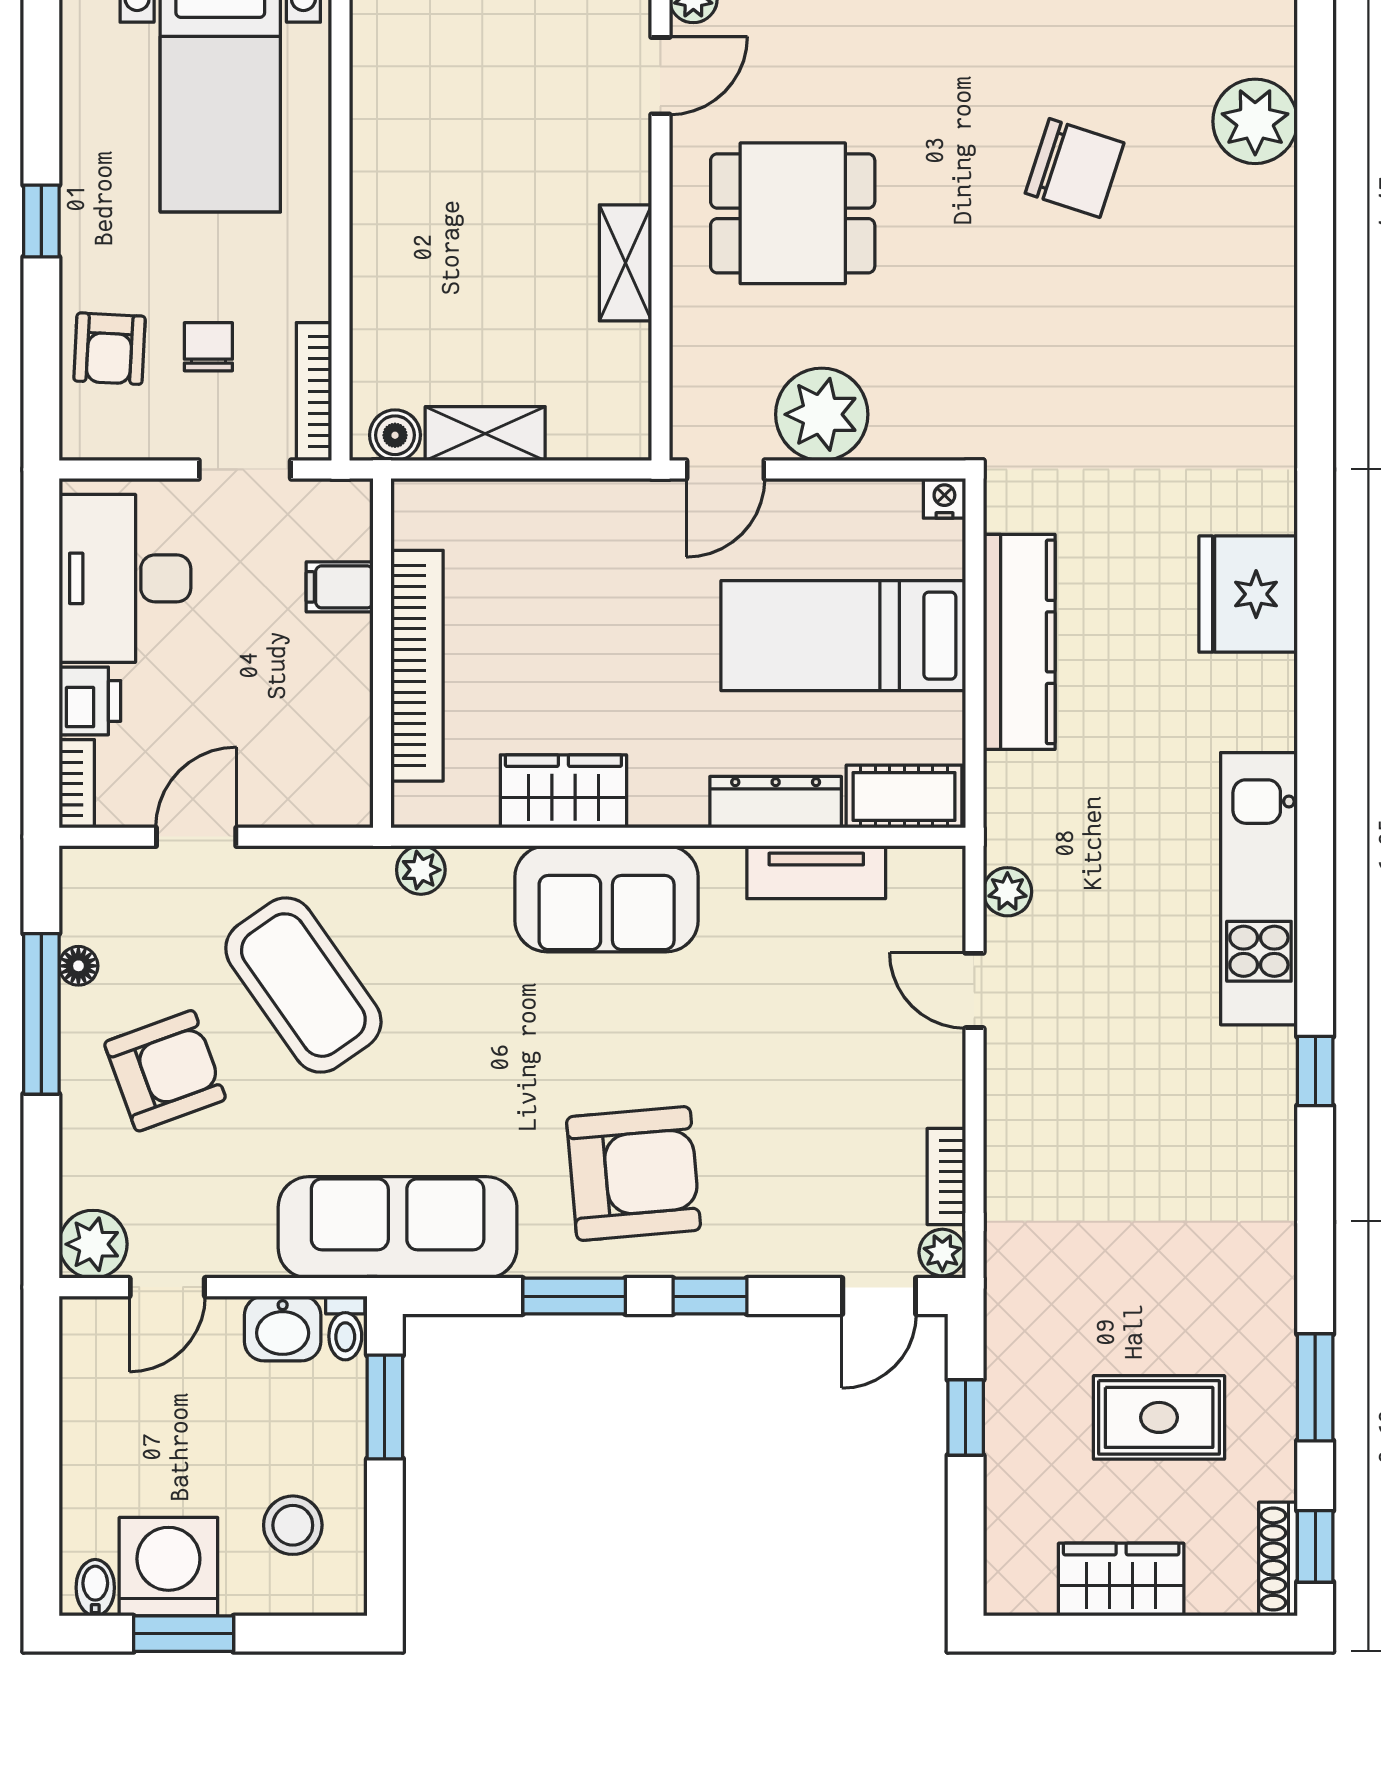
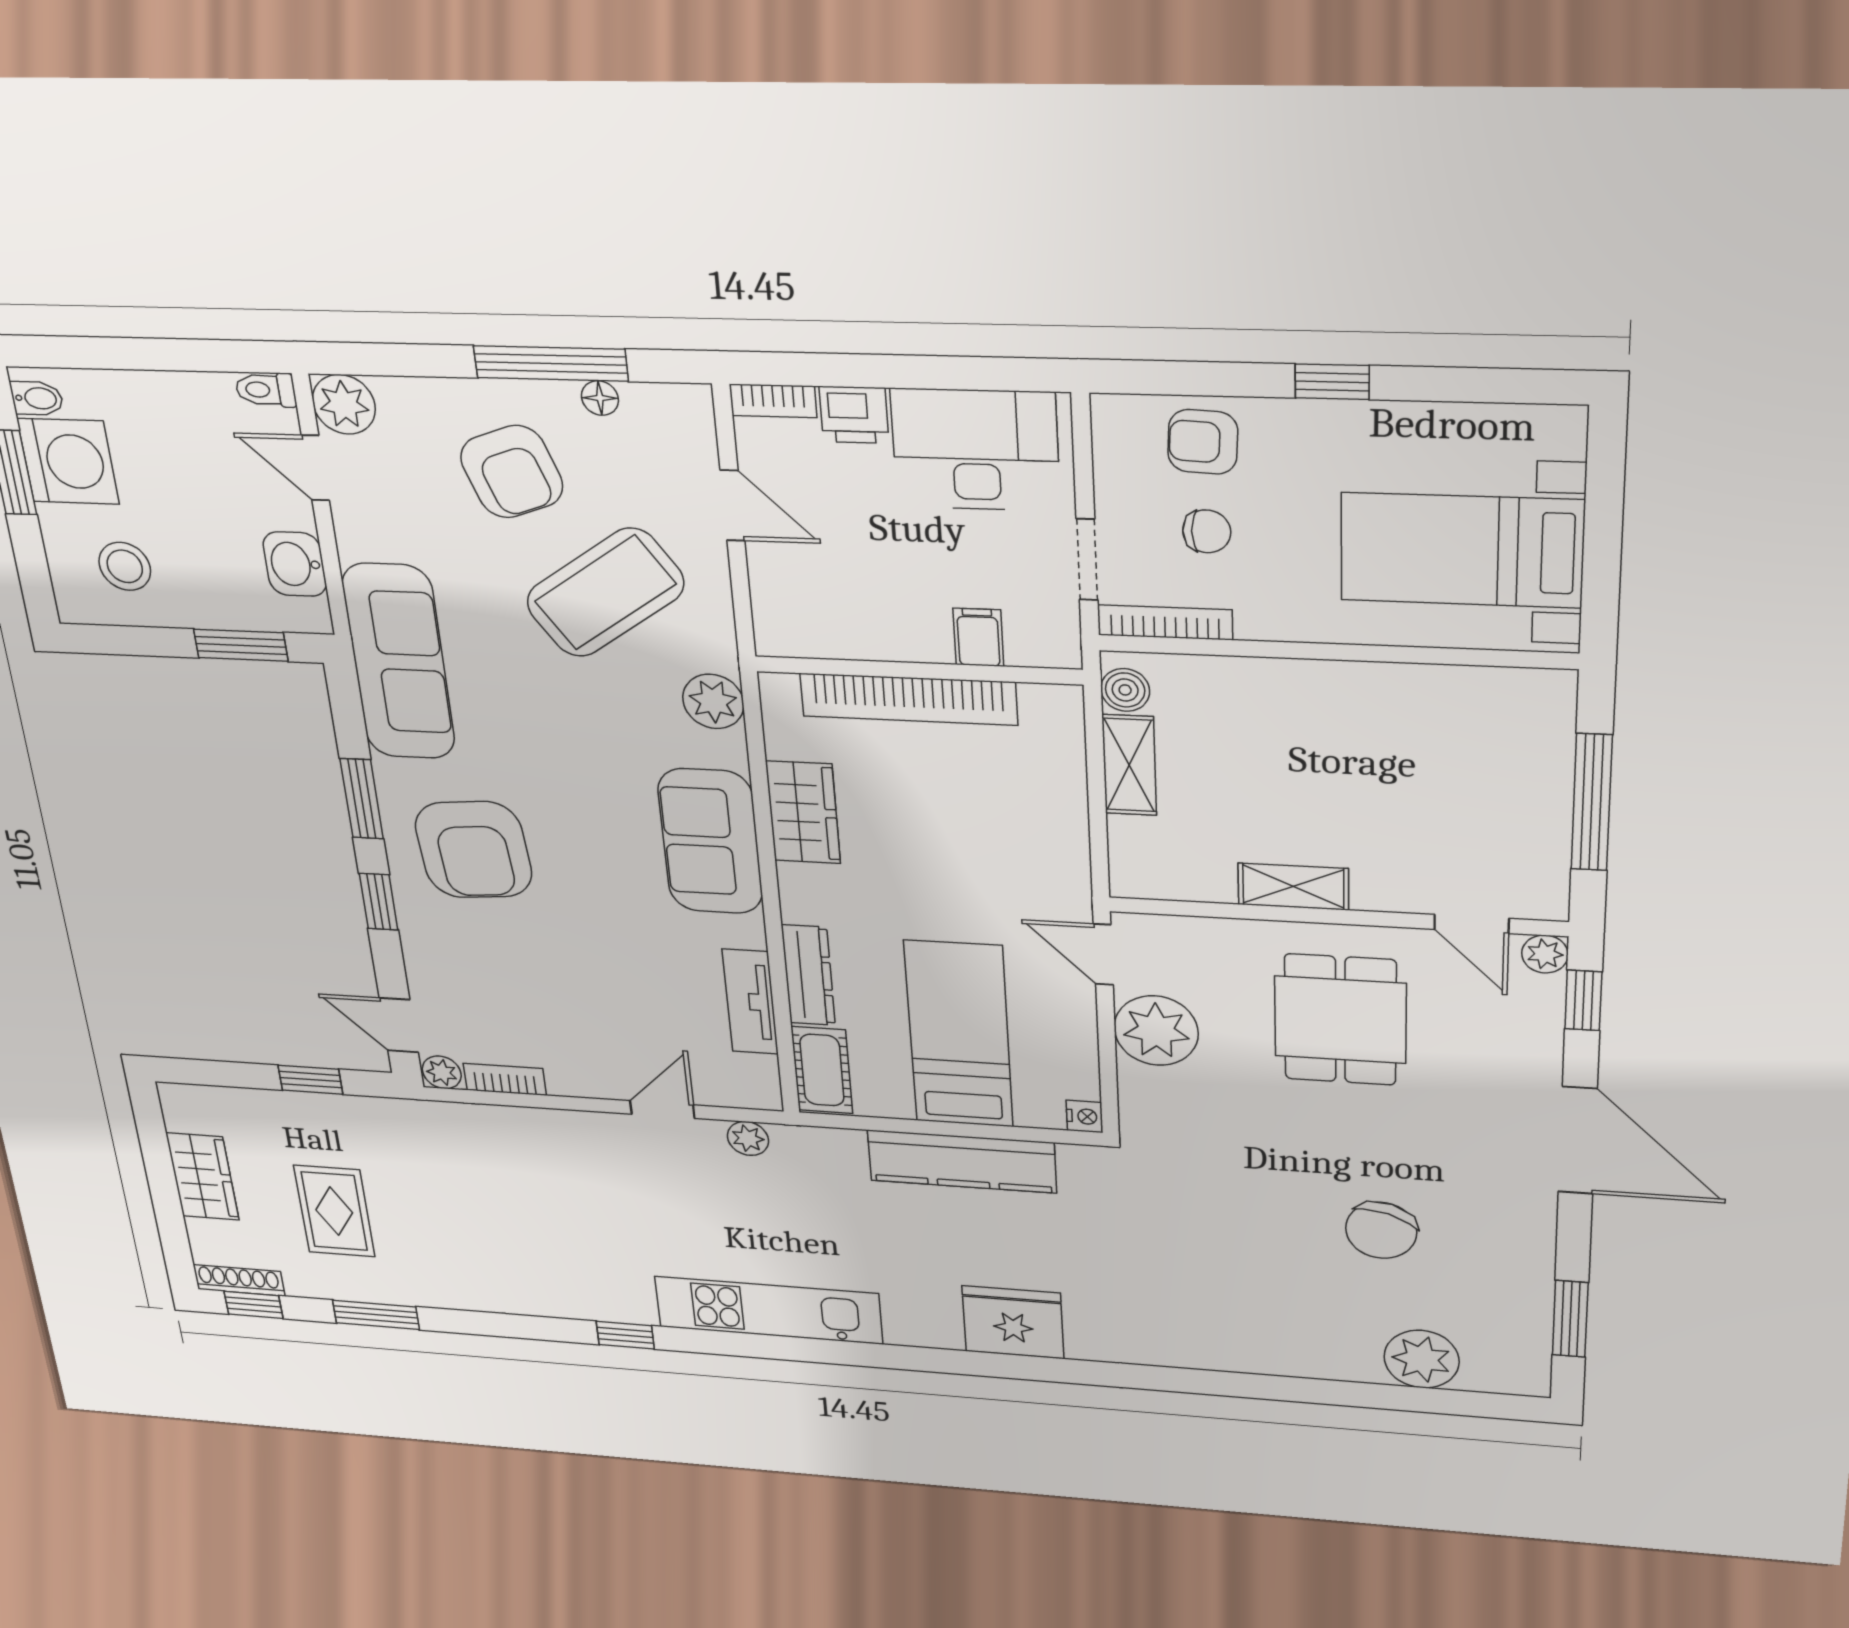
plant: (421, 870) -> (713, 701), width x1.38, depth x1.38
toilet: (345, 1328) -> (266, 390), moved

